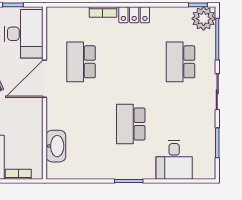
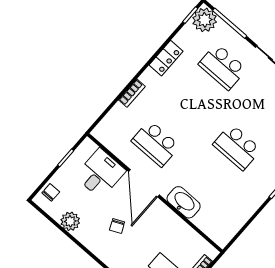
locker: (134, 15) -> (166, 58), moved
desk: (24, 34) -> (100, 173), width x0.73
washbasin: (56, 146) -> (184, 202), moved

